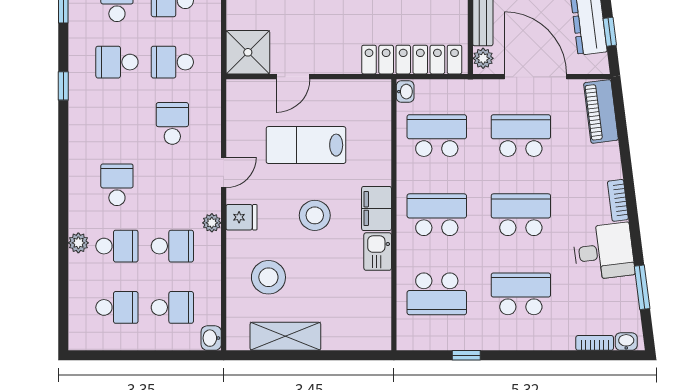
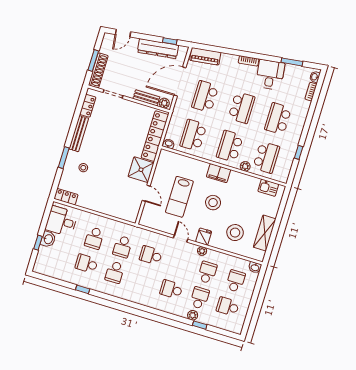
shower: (248, 52) -> (141, 170), moved
window: (63, 86) -> (200, 325), moved
school desk: (521, 215) -> (242, 108), turned 180
kitchen sink: (378, 252) -> (268, 188), moved
plant: (406, 257) -> (245, 166), added
school desk: (117, 307) -> (228, 307), turned -90

